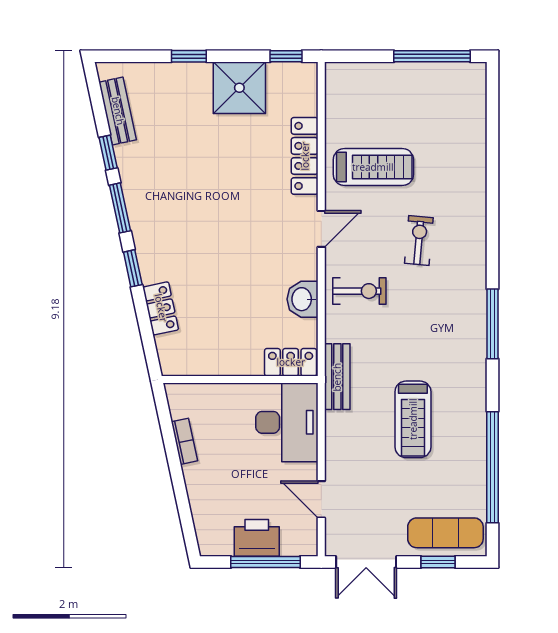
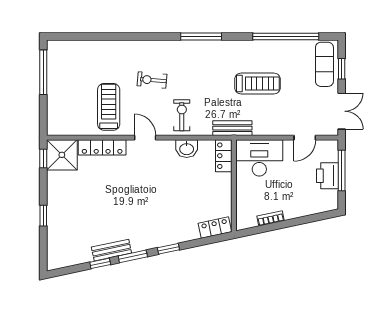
shower: (239, 88) -> (62, 155), moved
bench: (118, 111) -> (111, 250), moved
locker: (161, 308) -> (215, 228), moved

